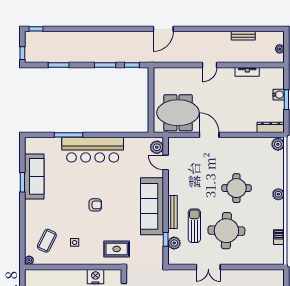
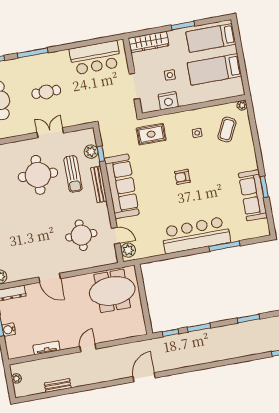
door: (209, 135) -> (50, 278), moved
round table: (236, 188) -> (81, 235), moved

